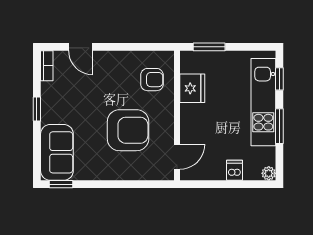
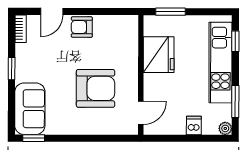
door: (80, 47) -> (52, 11), hinge flipped
armchair: (152, 80) -> (82, 27), moved, turned 180
fridge: (192, 88) -> (159, 55), width x1.36, depth x1.34
window: (279, 126) -> (235, 101), moved

